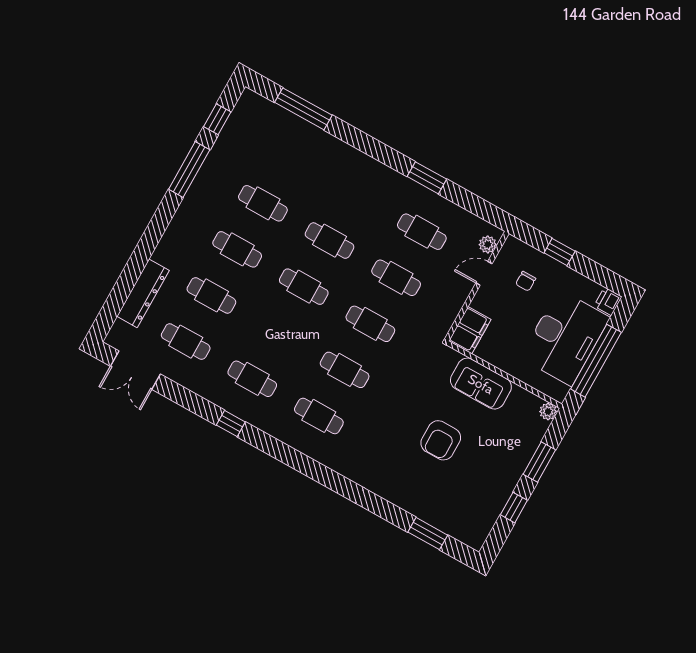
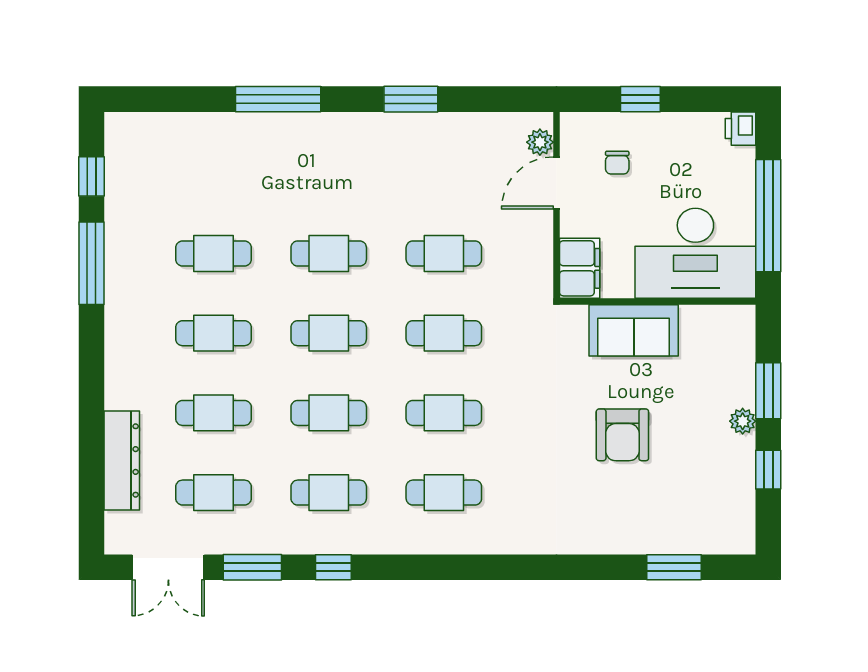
window: (303, 109) -> (278, 99), moved
cafe table: (422, 232) -> (329, 413), moved
door: (484, 273) -> (556, 183), width x1.38
desk: (565, 338) -> (695, 253), moved, turned 90
window: (184, 397) -> (252, 567), added
plant: (548, 411) -> (743, 421), moved

